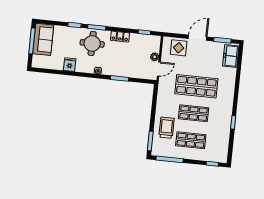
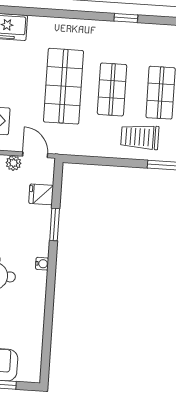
fridge: (70, 65) -> (41, 194), moved

